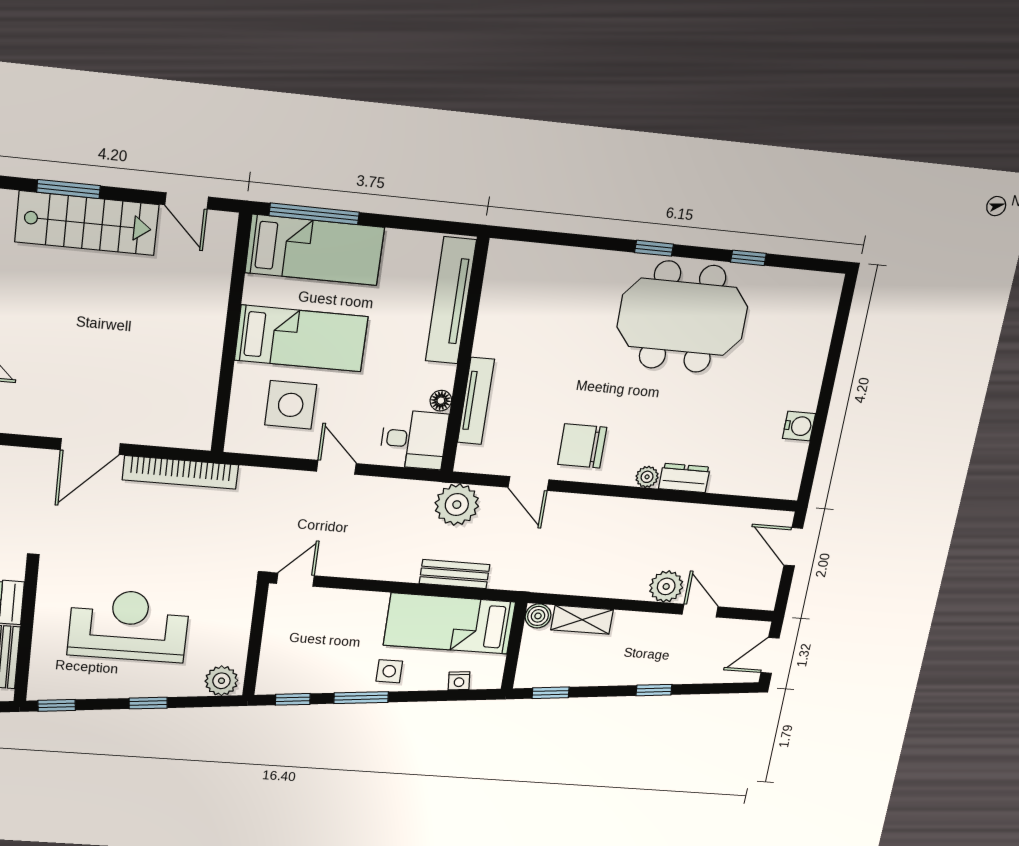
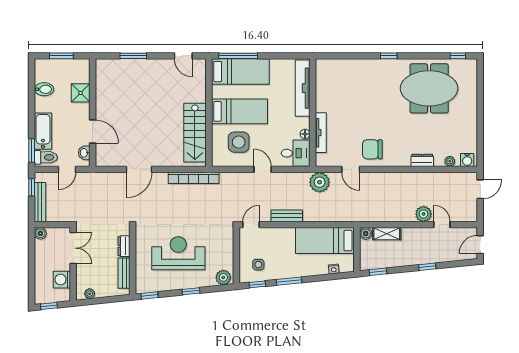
stairs: (87, 223) -> (195, 133), moved, turned 90
window: (748, 258) -> (458, 56), moved
meeting table: (682, 317) -> (429, 88), moved
water cooler: (799, 426) -> (467, 160), moved, turned 90
door: (90, 447) -> (139, 169), moved
plant: (647, 477) -> (450, 161), moved
door: (793, 547) -> (480, 189), swing flipped
bench: (454, 574) -> (287, 216), moved
side table: (389, 671) -> (258, 265), moved

